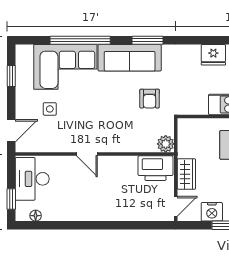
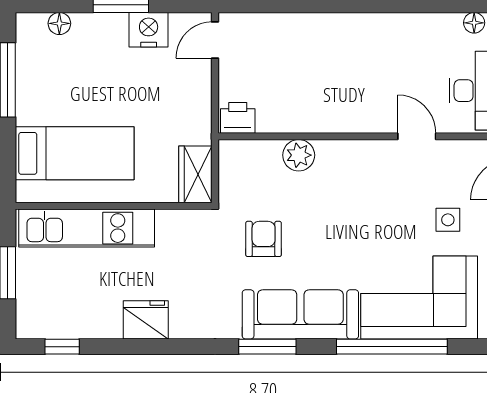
plant: (166, 144) -> (299, 155), moved
door: (87, 154) -> (417, 136), moved
printer: (155, 168) -> (238, 118), width x0.53, depth x0.68
wardrobe: (186, 174) -> (195, 174), moved

